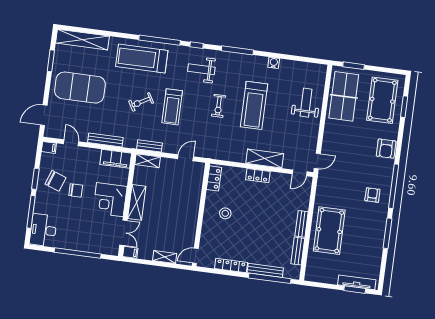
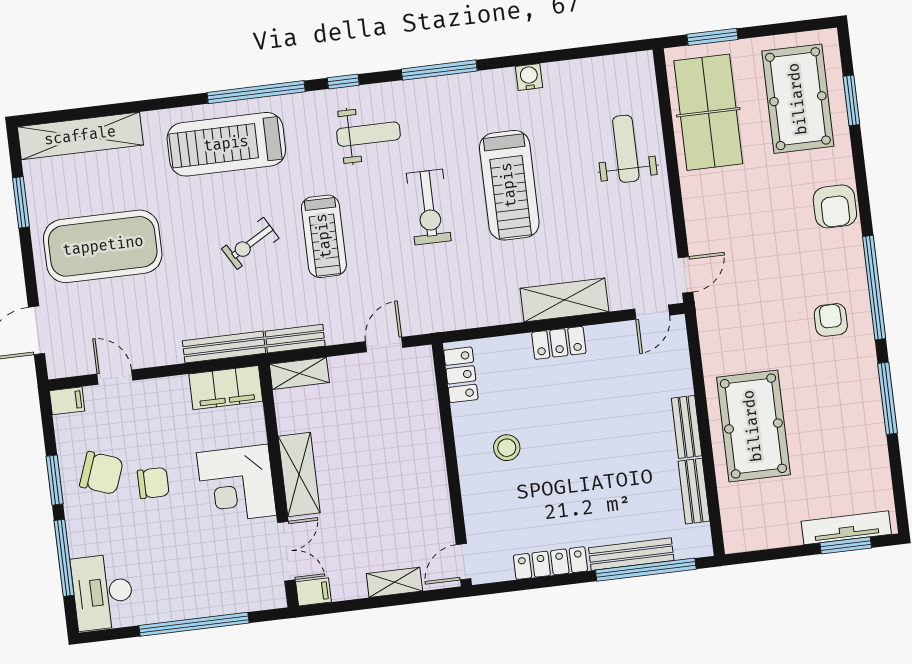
weight bench: (201, 69) -> (368, 134), turned 180
exercise bike: (219, 106) -> (429, 207), width x1.38, depth x1.39
bench: (105, 140) -> (224, 347), moved

